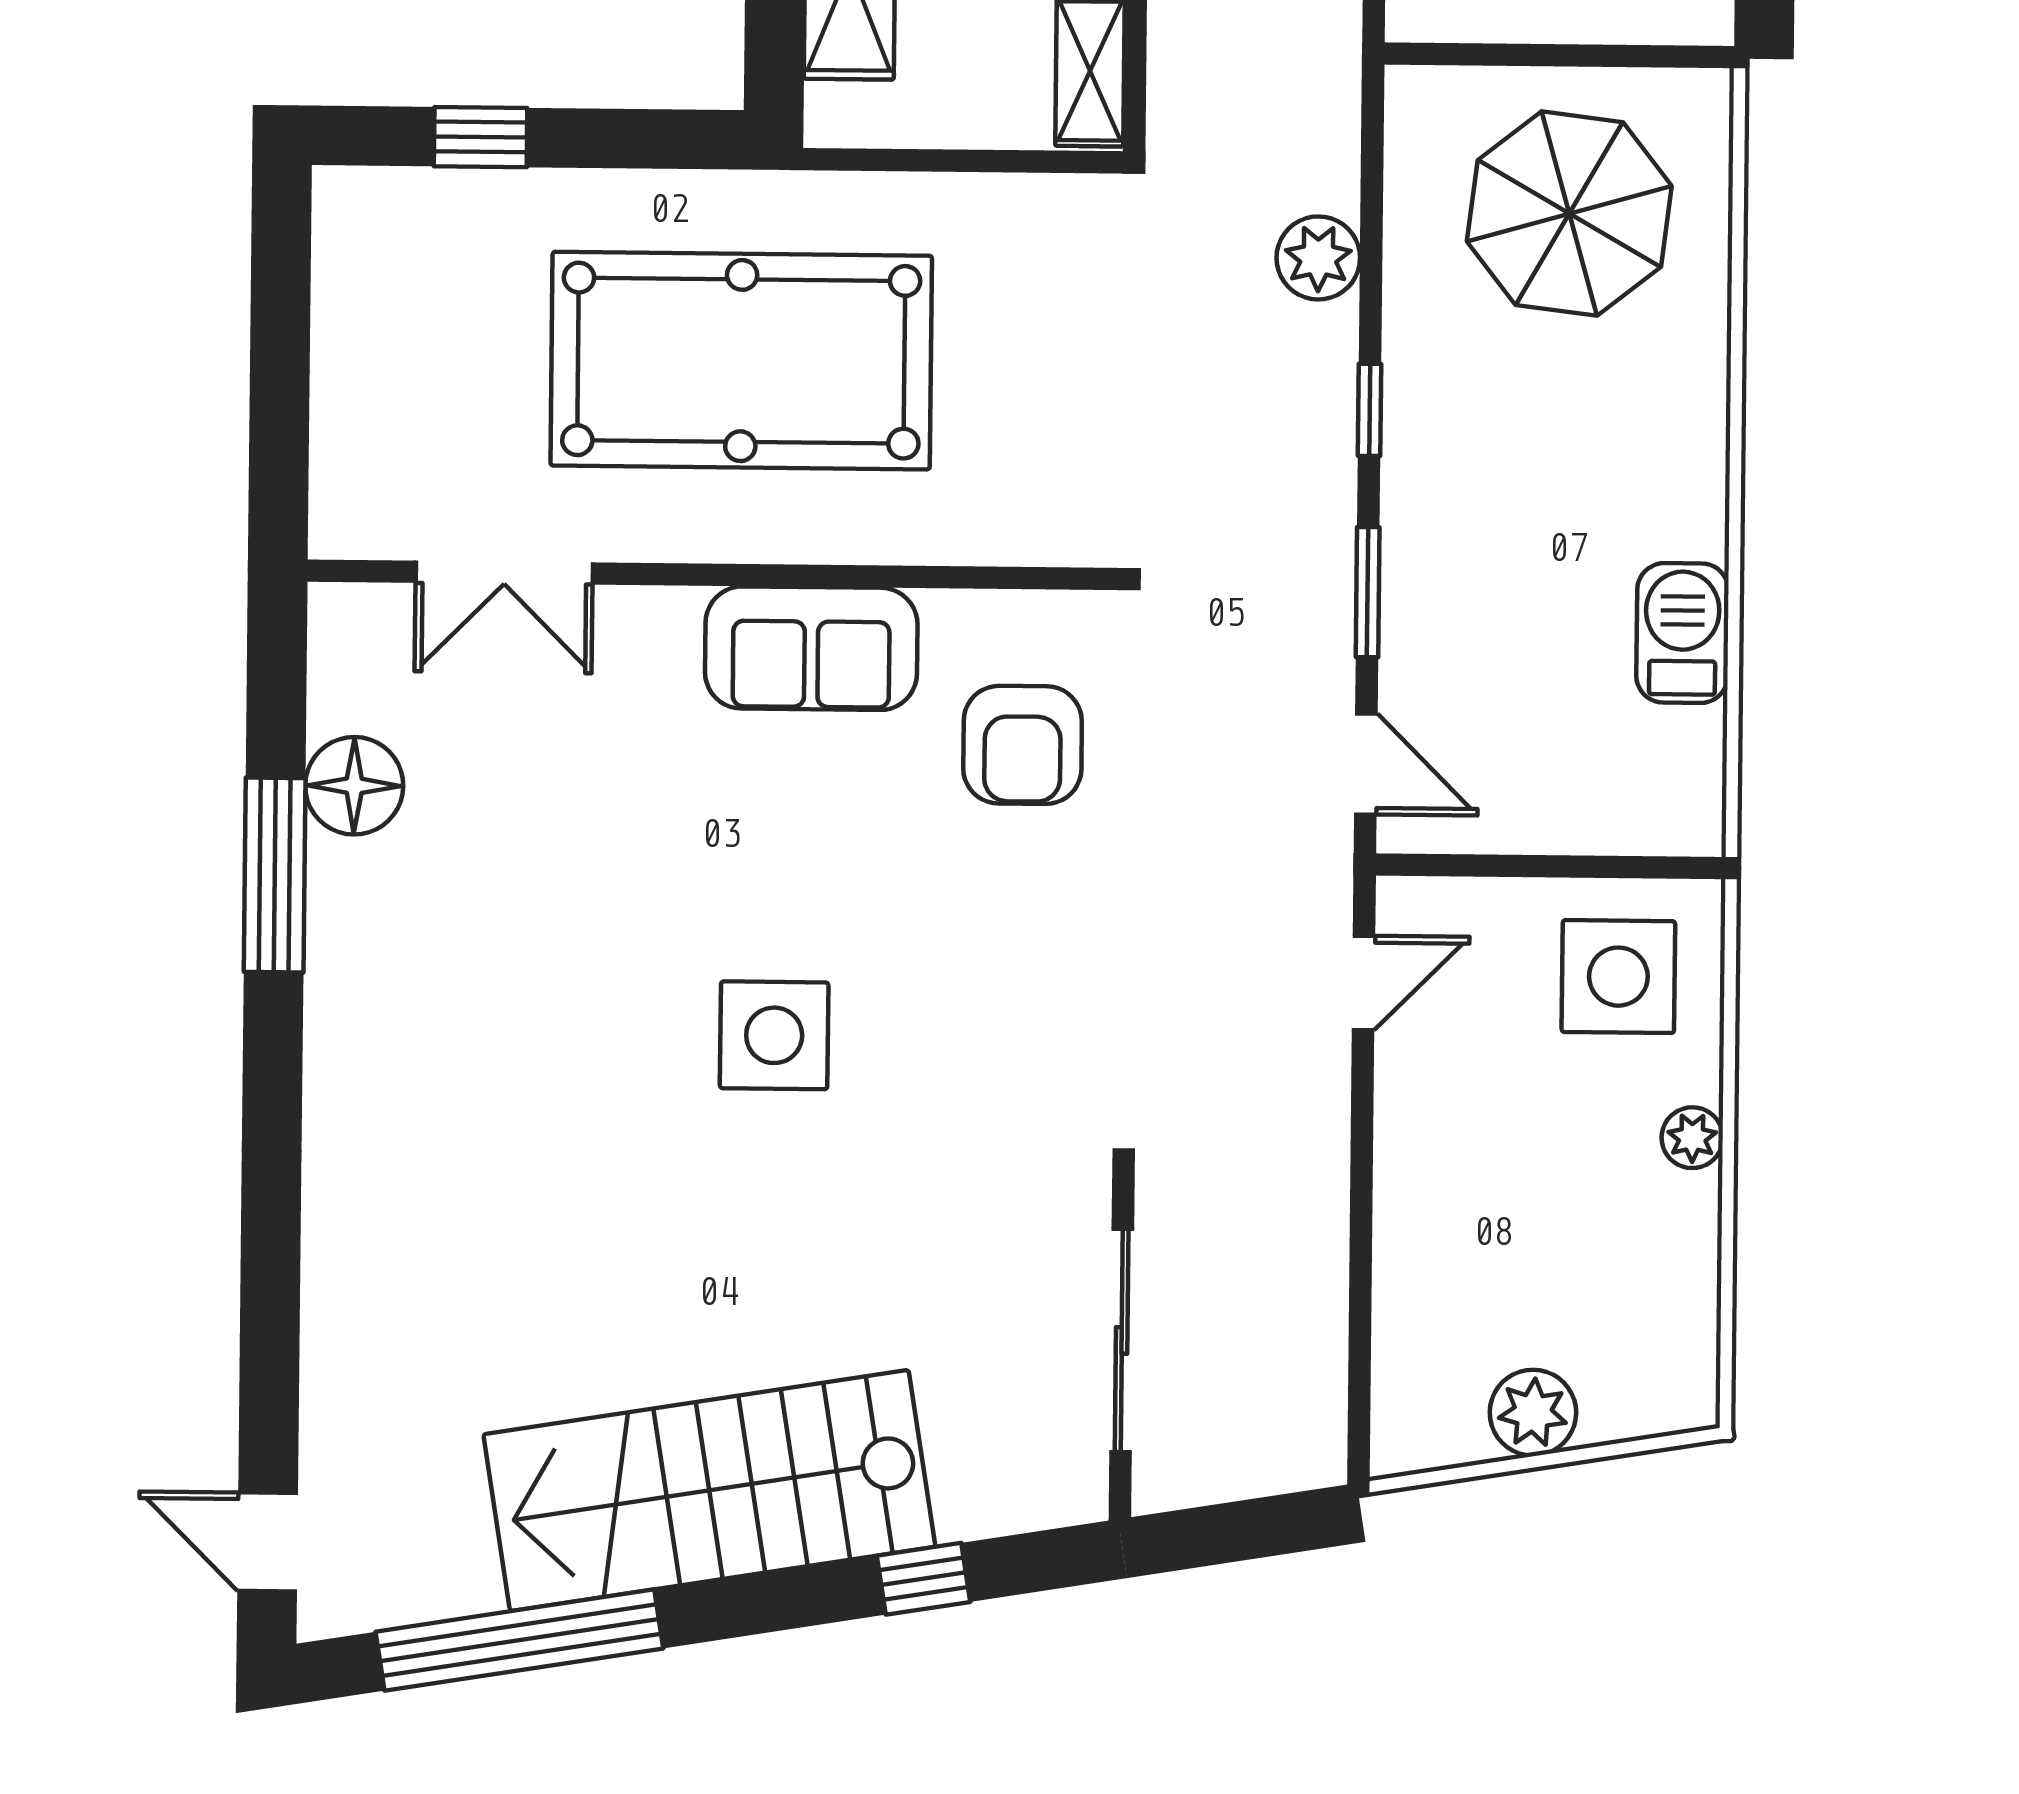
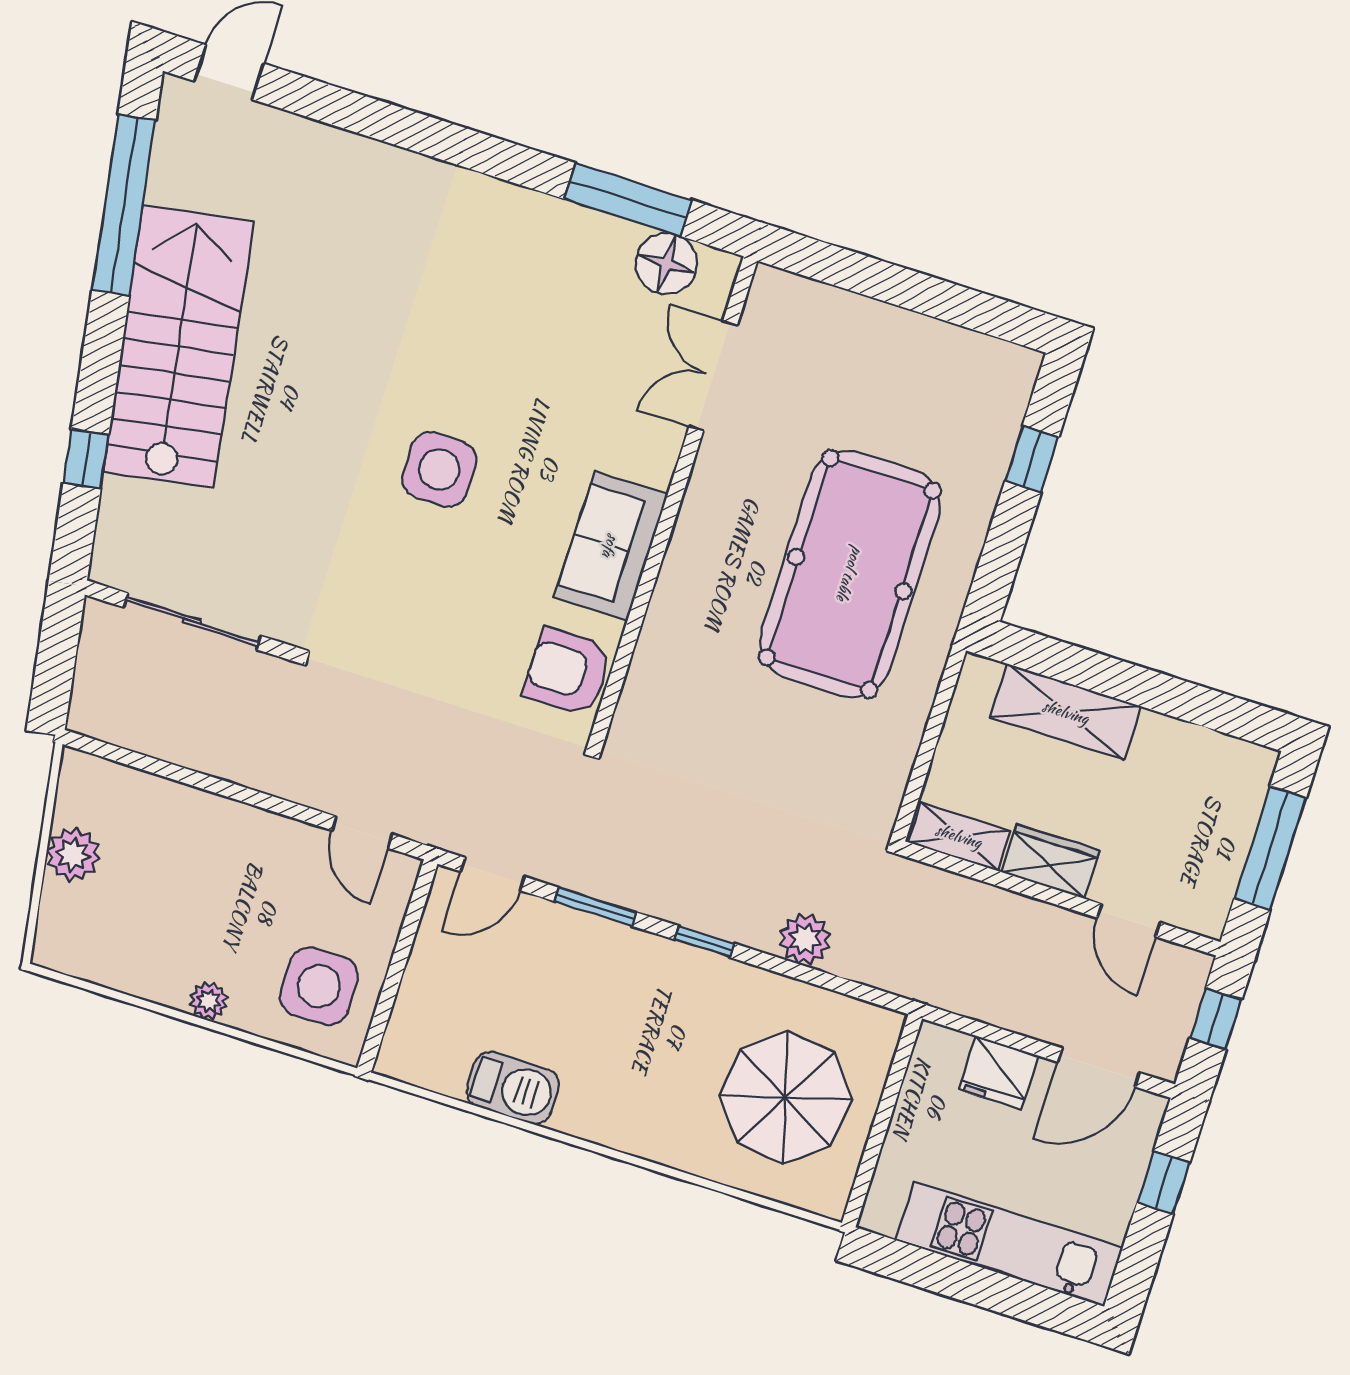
double door: (504, 573) -> (713, 376), moved
wall: (713, 575) -> (673, 501), moved
sofa: (811, 648) -> (611, 546), moved

